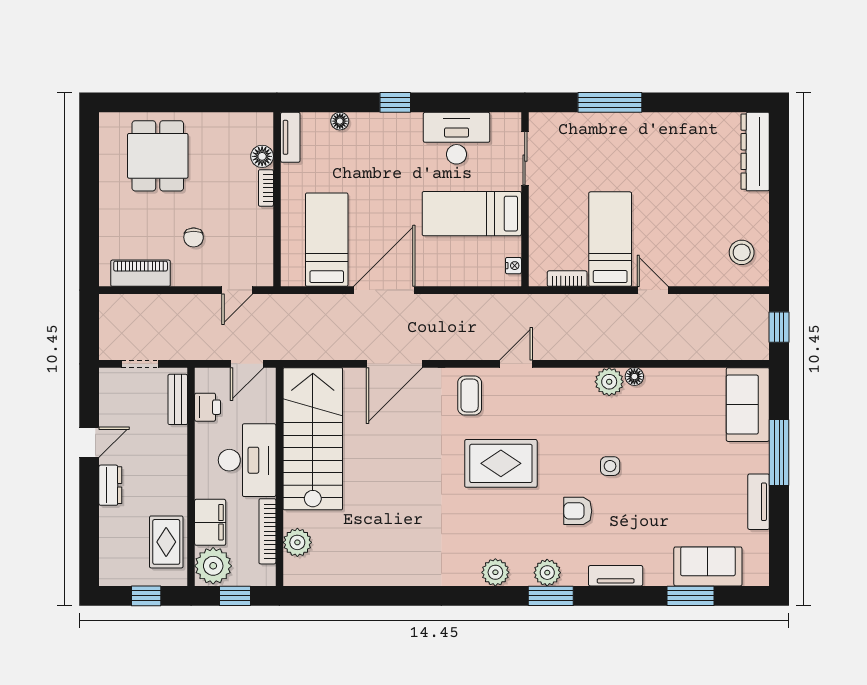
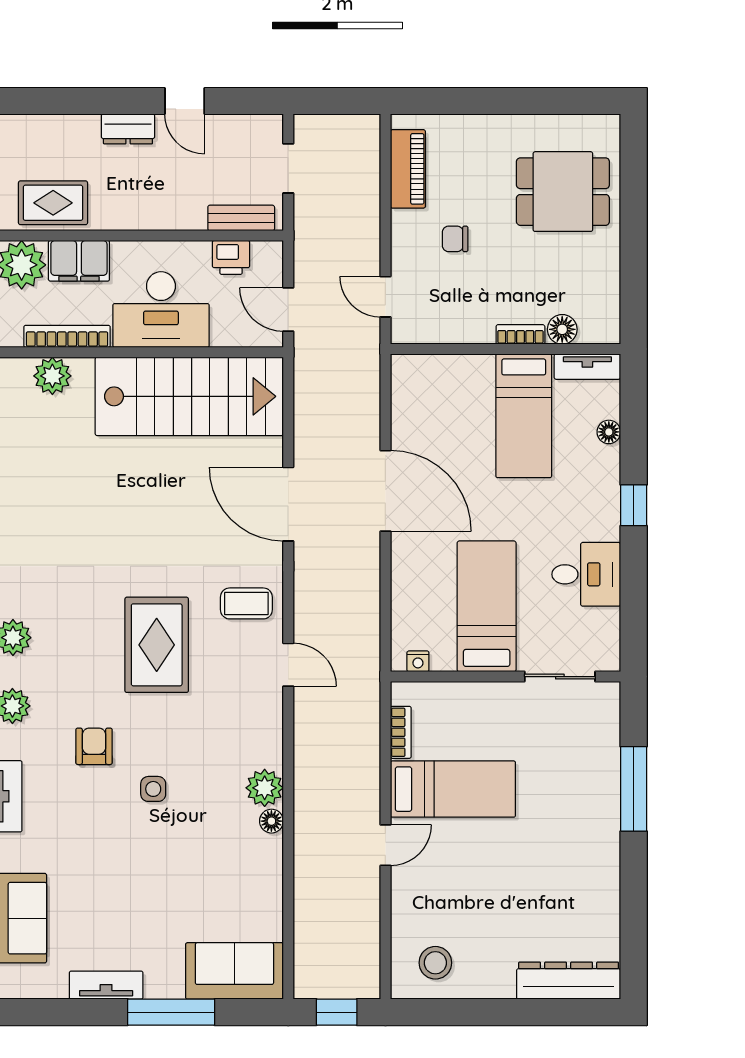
desk: (457, 138) -> (586, 574), width x0.73
bed: (327, 240) -> (524, 416), moved, turned 90

